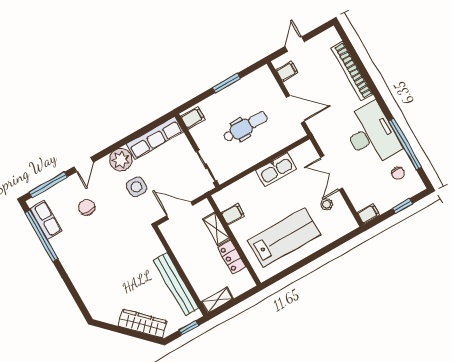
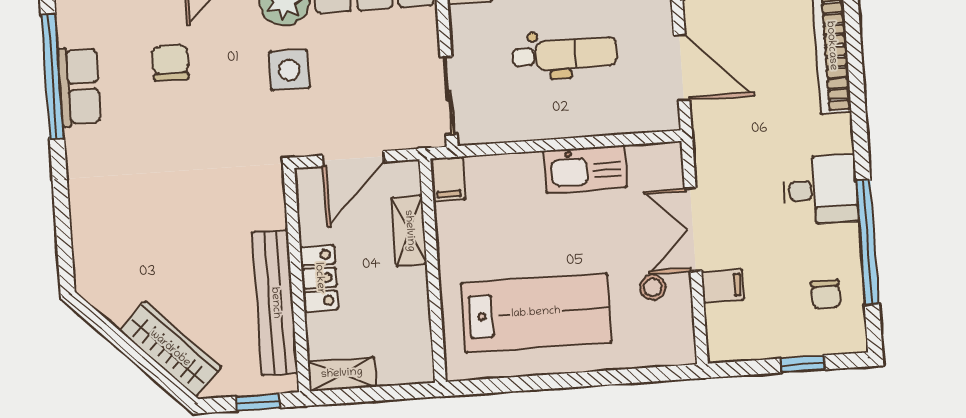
desk: (371, 134) -> (820, 190), width x0.53, depth x0.77
door: (180, 211) -> (353, 159), swing flipped
filing cabinet: (233, 214) -> (448, 179), moved, turned 90
filing cabinet: (368, 214) -> (723, 286), moved
row of seats: (46, 220) -> (79, 86), moved
locker: (232, 257) -> (319, 278), moved, turned 180

